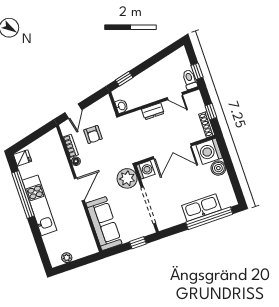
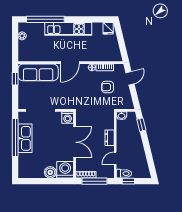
door: (73, 111) -> (130, 78), swing flipped
window: (211, 112) -> (94, 181), width x2.17
double door: (172, 151) -> (75, 142), swing flipped
plant: (127, 178) -> (66, 101), removed
door: (79, 189) -> (70, 63), hinge flipped
window: (23, 195) -> (45, 19), moved
kitchen sink: (201, 208) -> (25, 138), moved
window: (209, 218) -> (15, 137), moved
window: (138, 243) -> (15, 79), moved

